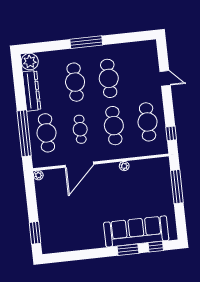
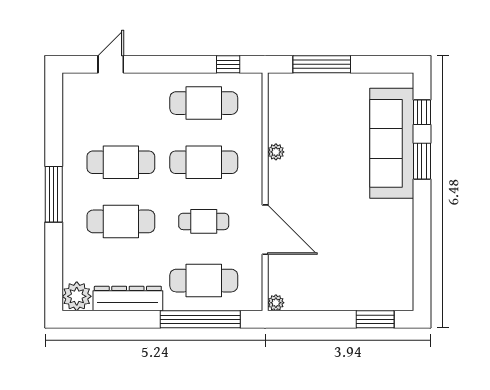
door: (165, 78) -> (111, 64), moved

